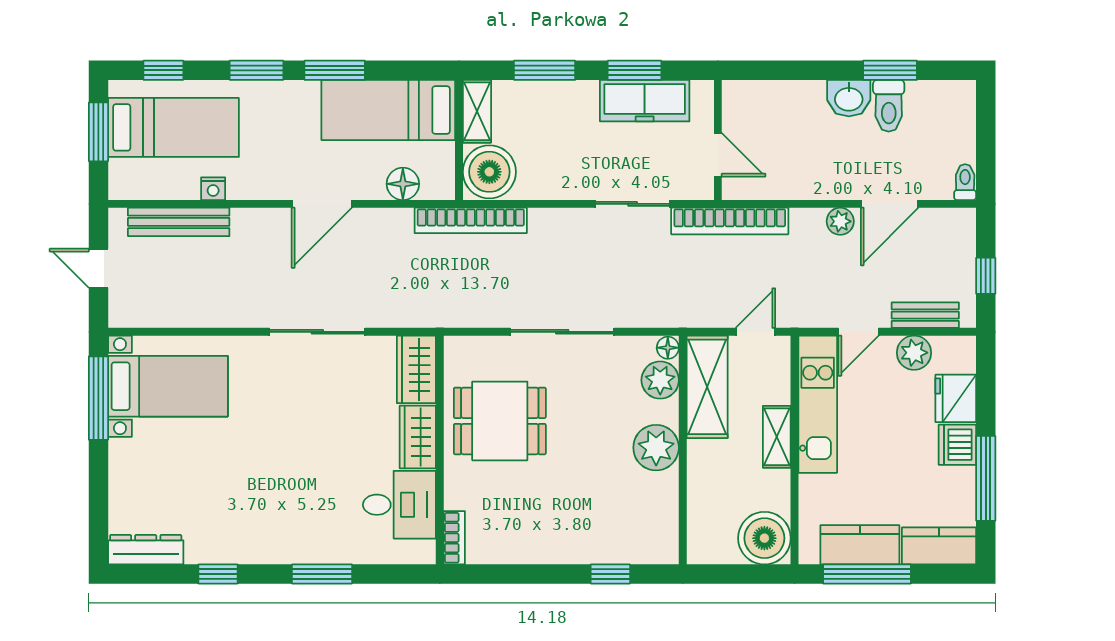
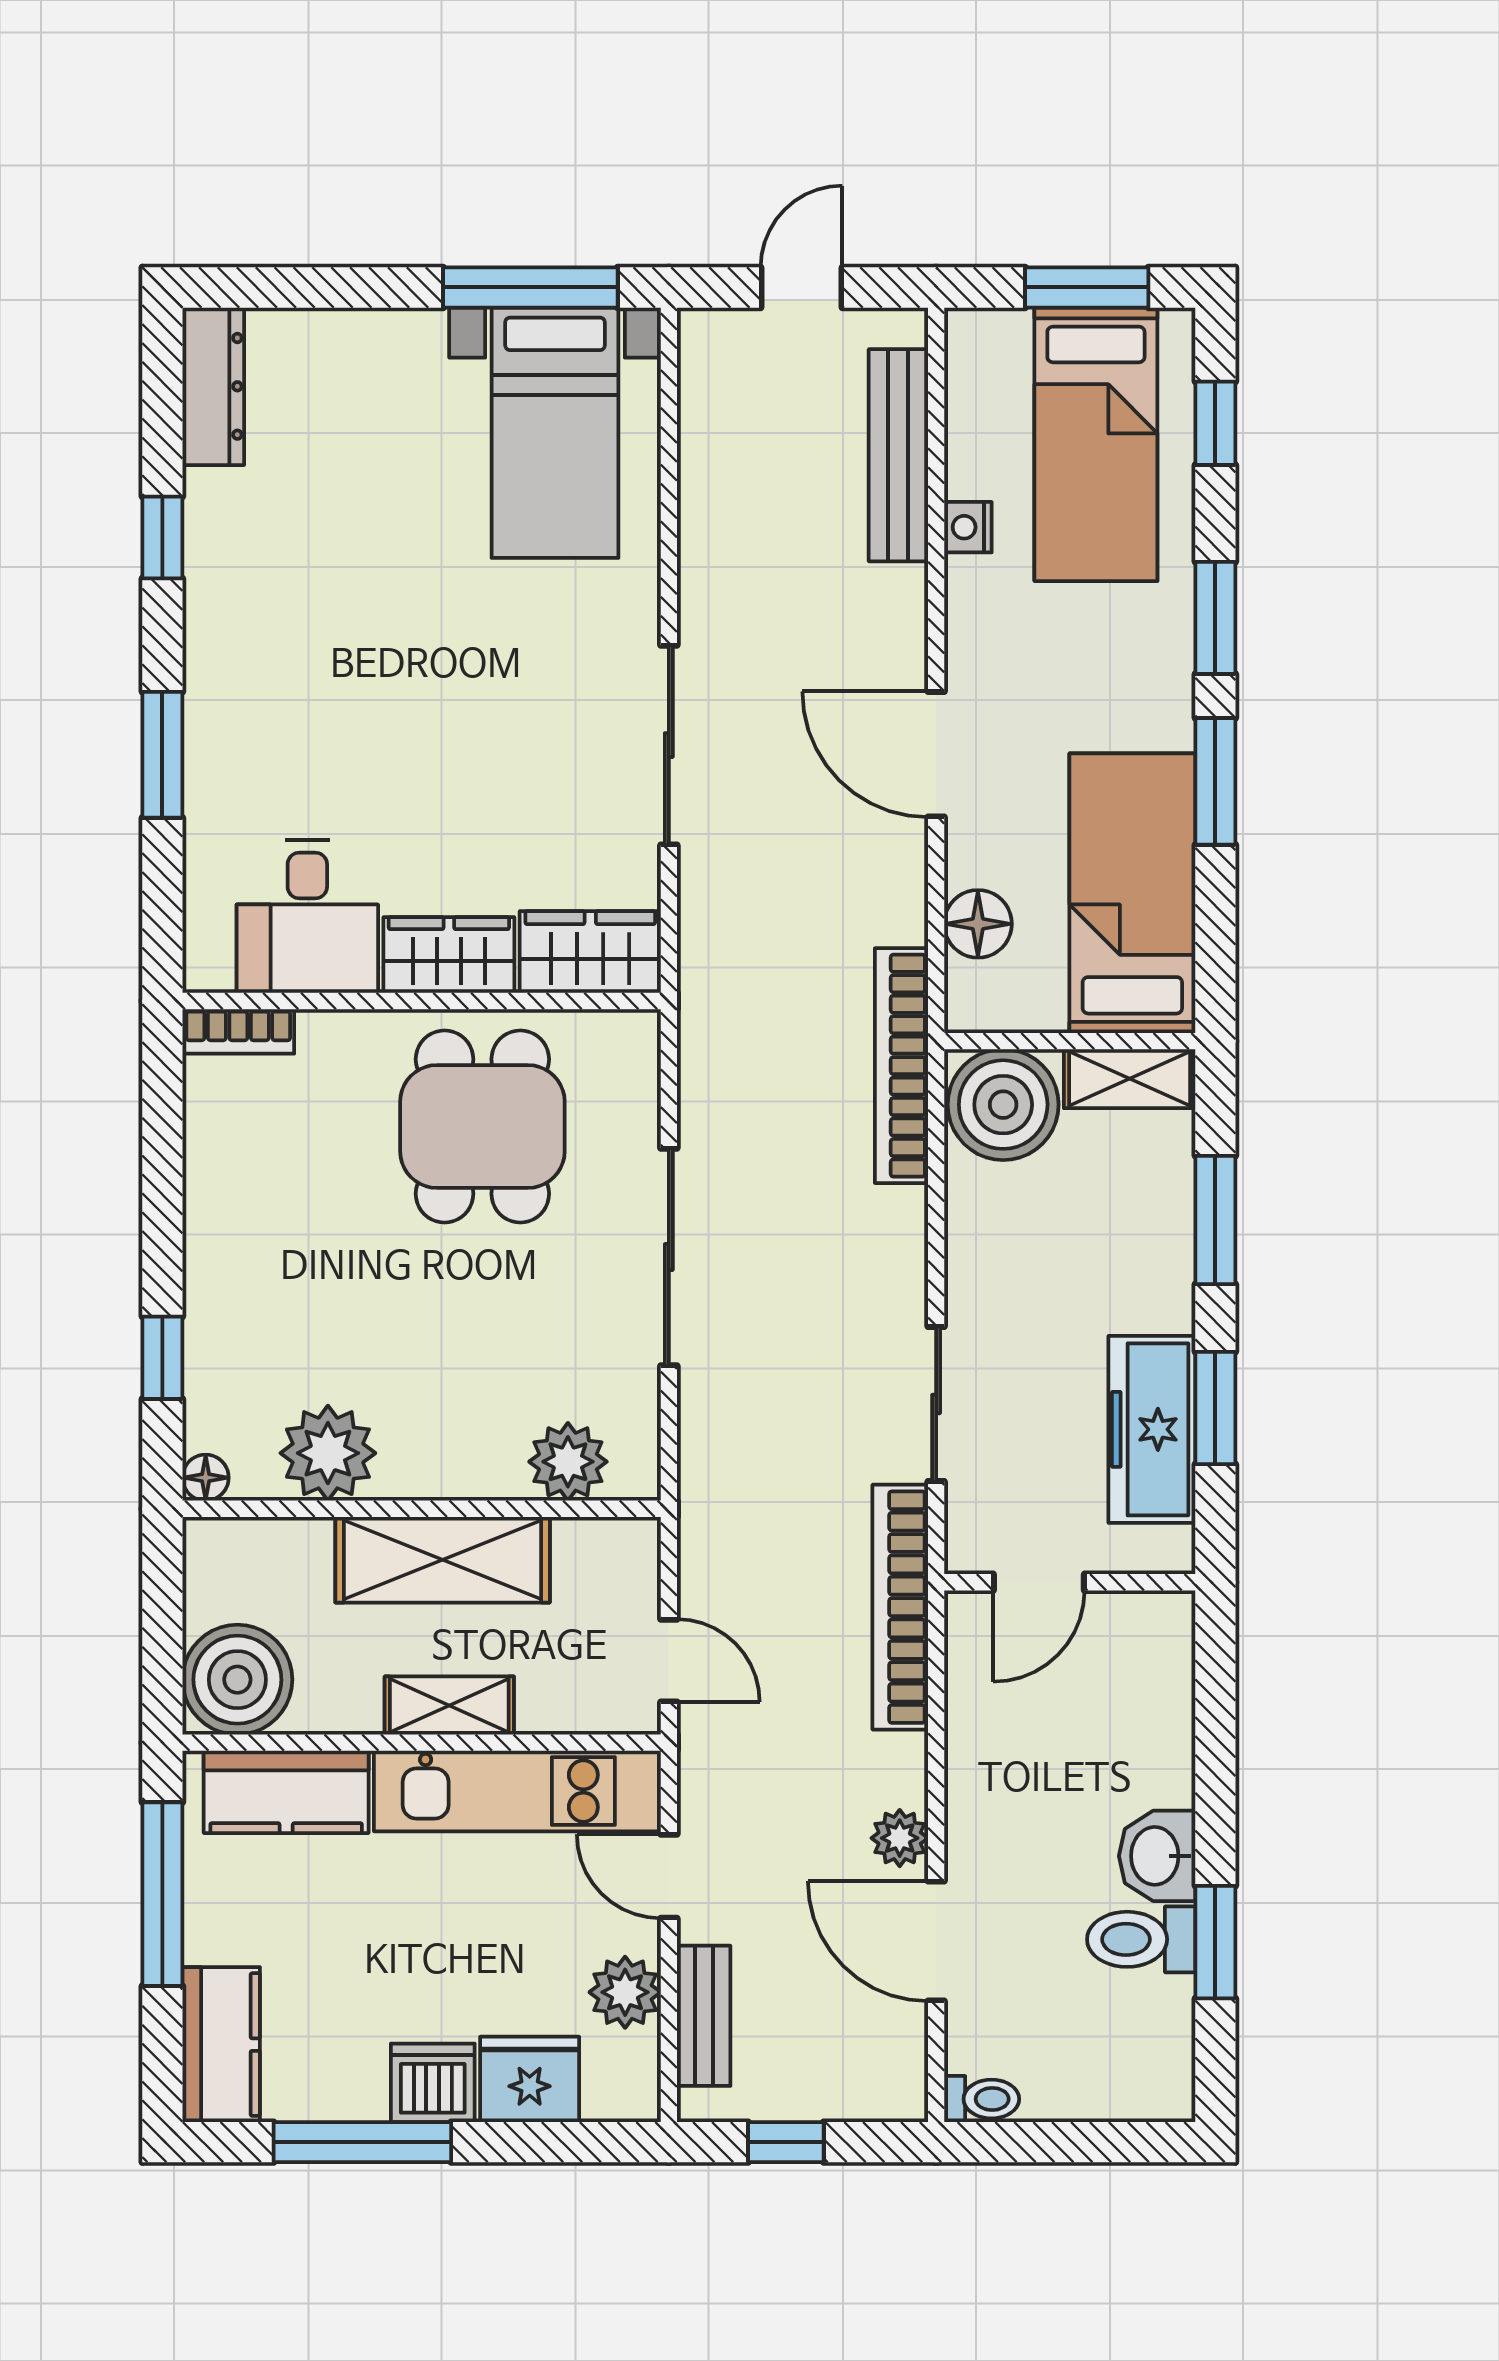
floor lamp: (668, 348) -> (206, 1478), moved
shelving: (707, 387) -> (443, 1560), moved
plant: (656, 448) -> (328, 1453), moved
kitchen counter: (860, 545) -> (286, 1792), moved, turned 90

